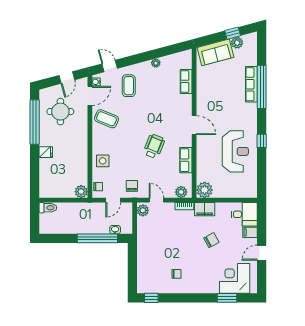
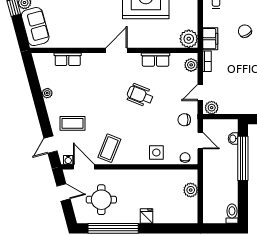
plant: (81, 192) -> (191, 190), moved
toilet: (48, 208) -> (232, 214), moved

